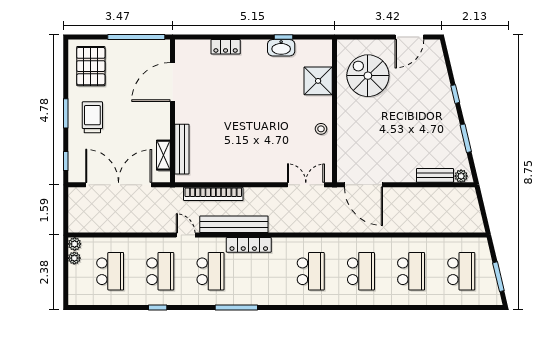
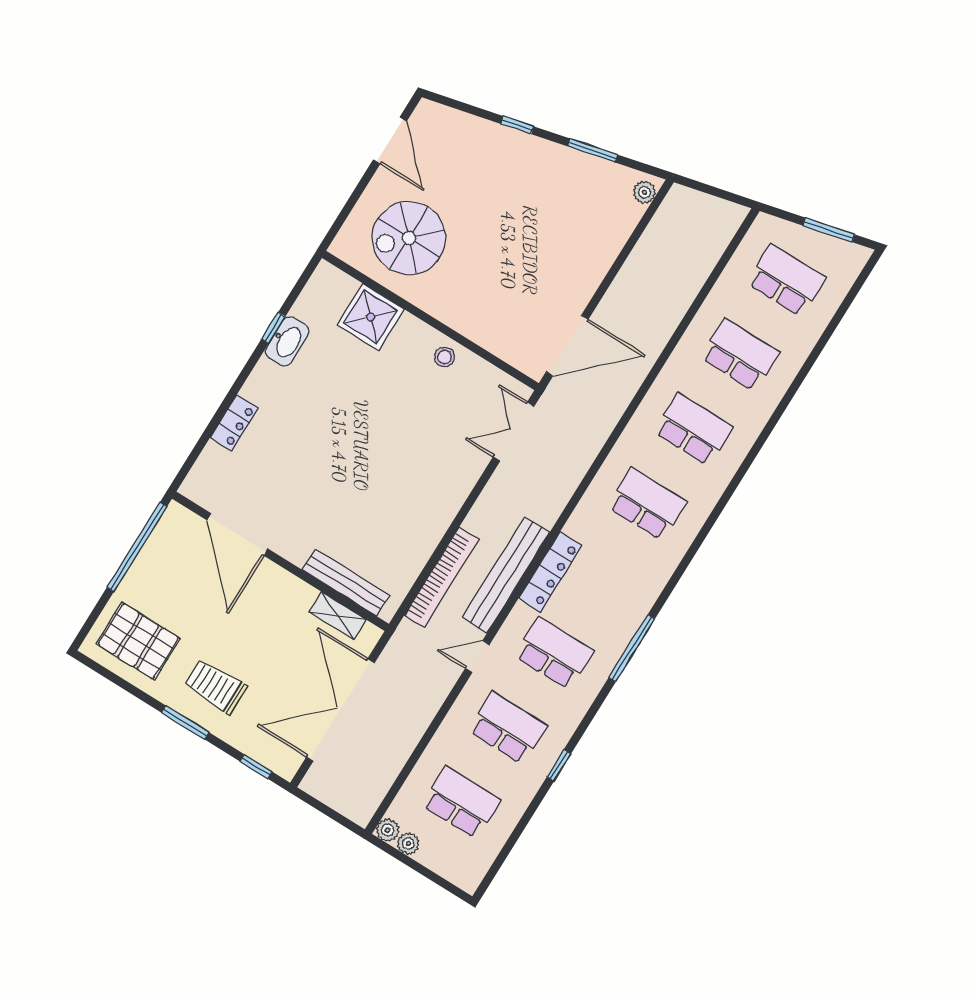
bench: (435, 175) -> (619, 231), removed

